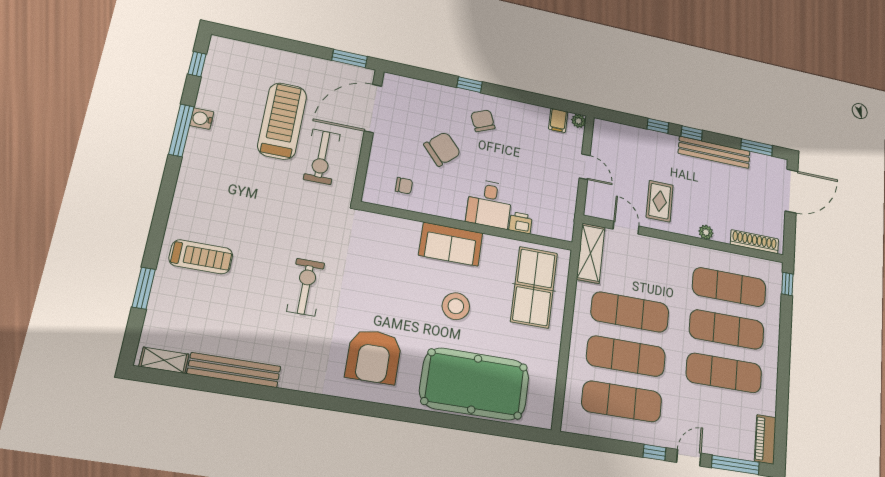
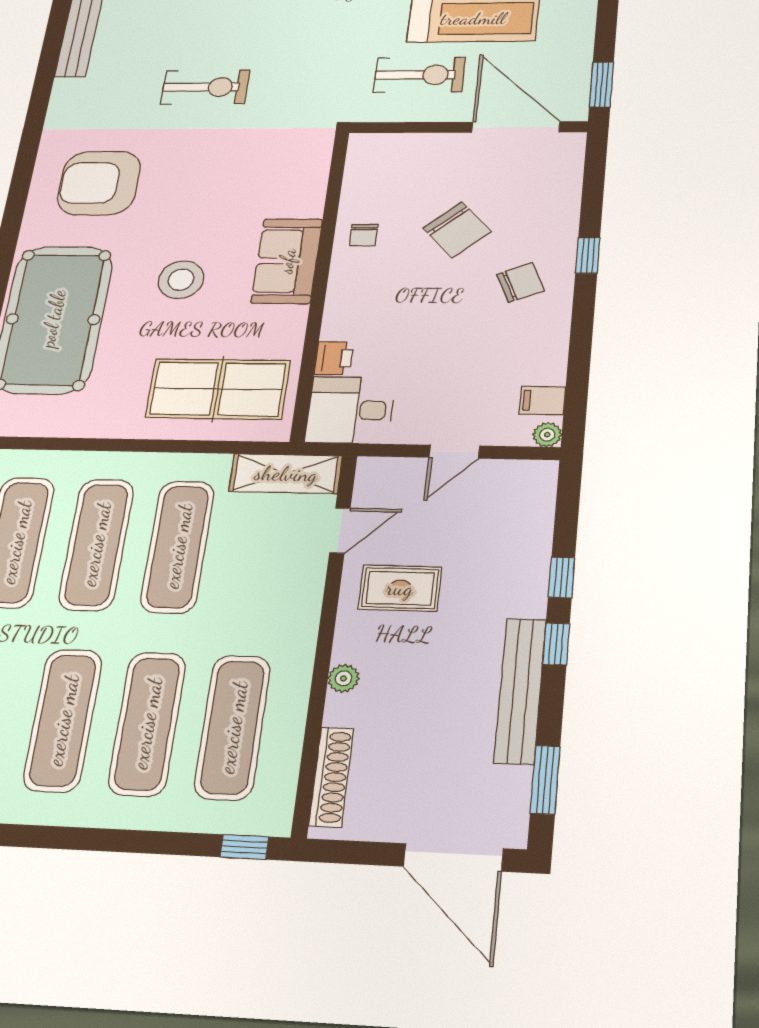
exercise bike: (322, 157) -> (420, 75), turned 180
chair: (404, 186) -> (364, 235), moved
desk: (489, 204) -> (350, 410), moved

